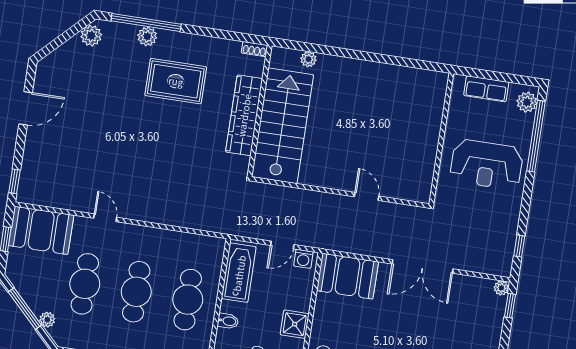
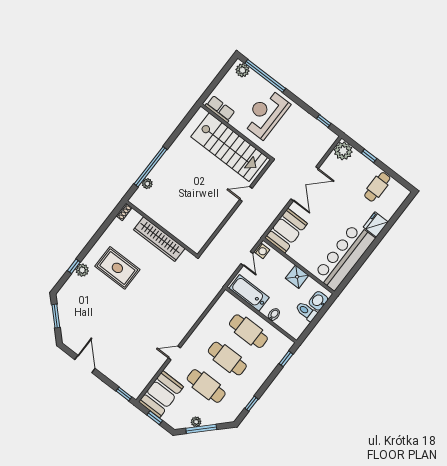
window: (146, 23) -> (74, 266), width x0.32
window: (68, 35) -> (56, 316), added
plant: (91, 36) -> (64, 303), removed
window: (333, 51) -> (150, 167), added
rug: (176, 81) -> (117, 268), turned 90
row of seats: (486, 89) -> (220, 109), moved, turned -90
stairs: (282, 126) -> (229, 147), moved, turned 180
reception desk: (486, 165) -> (266, 114), turned 180
plant: (501, 288) -> (343, 151), width x1.87, depth x1.87
window: (510, 306) -> (369, 156), moved
plant: (47, 320) -> (196, 422), moved

